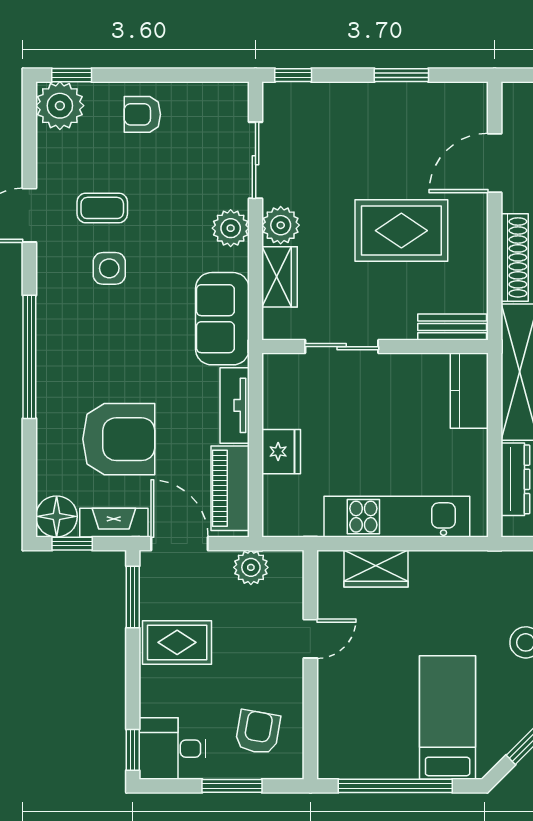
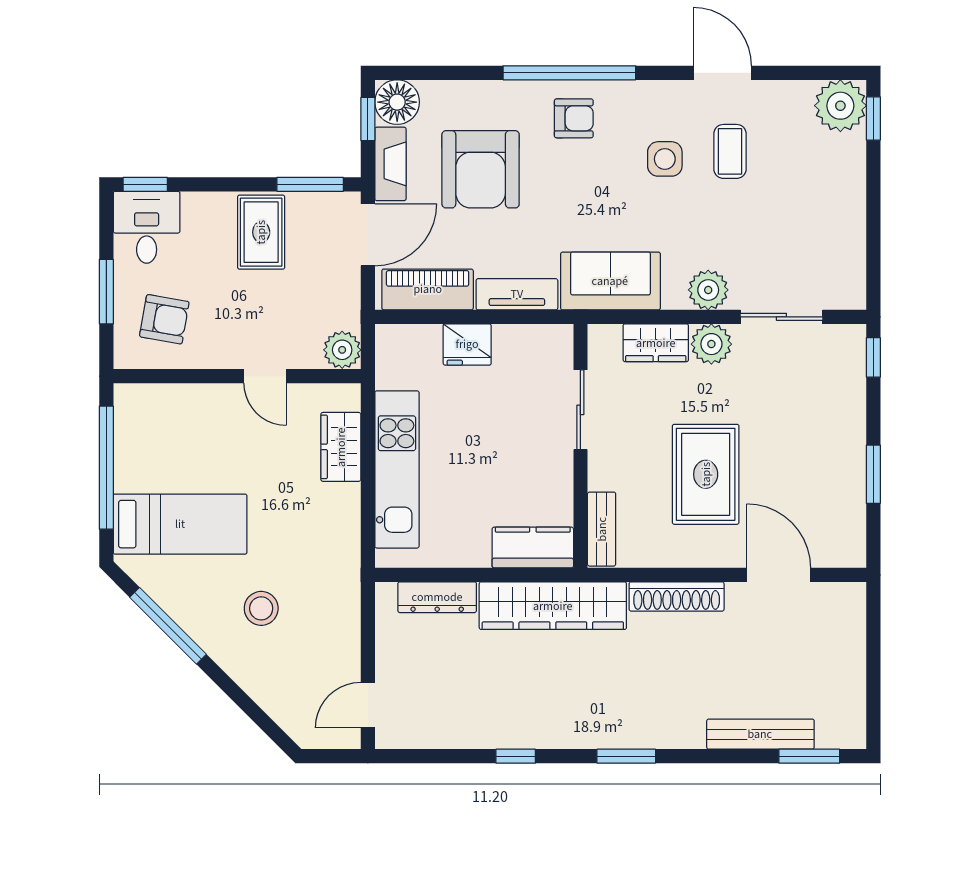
armchair: (142, 114) -> (574, 118), moved, turned 90
plant: (251, 567) -> (342, 350), moved

